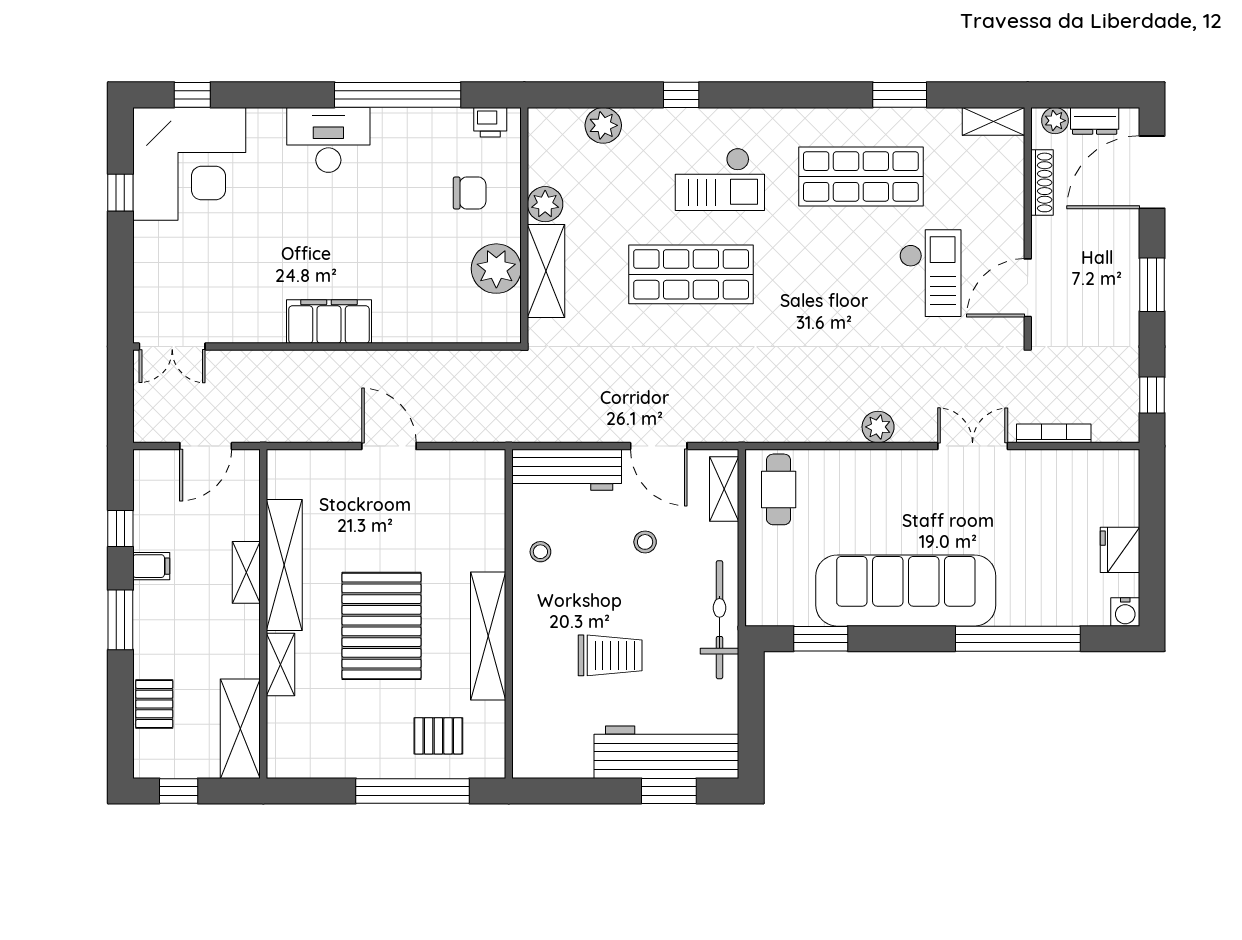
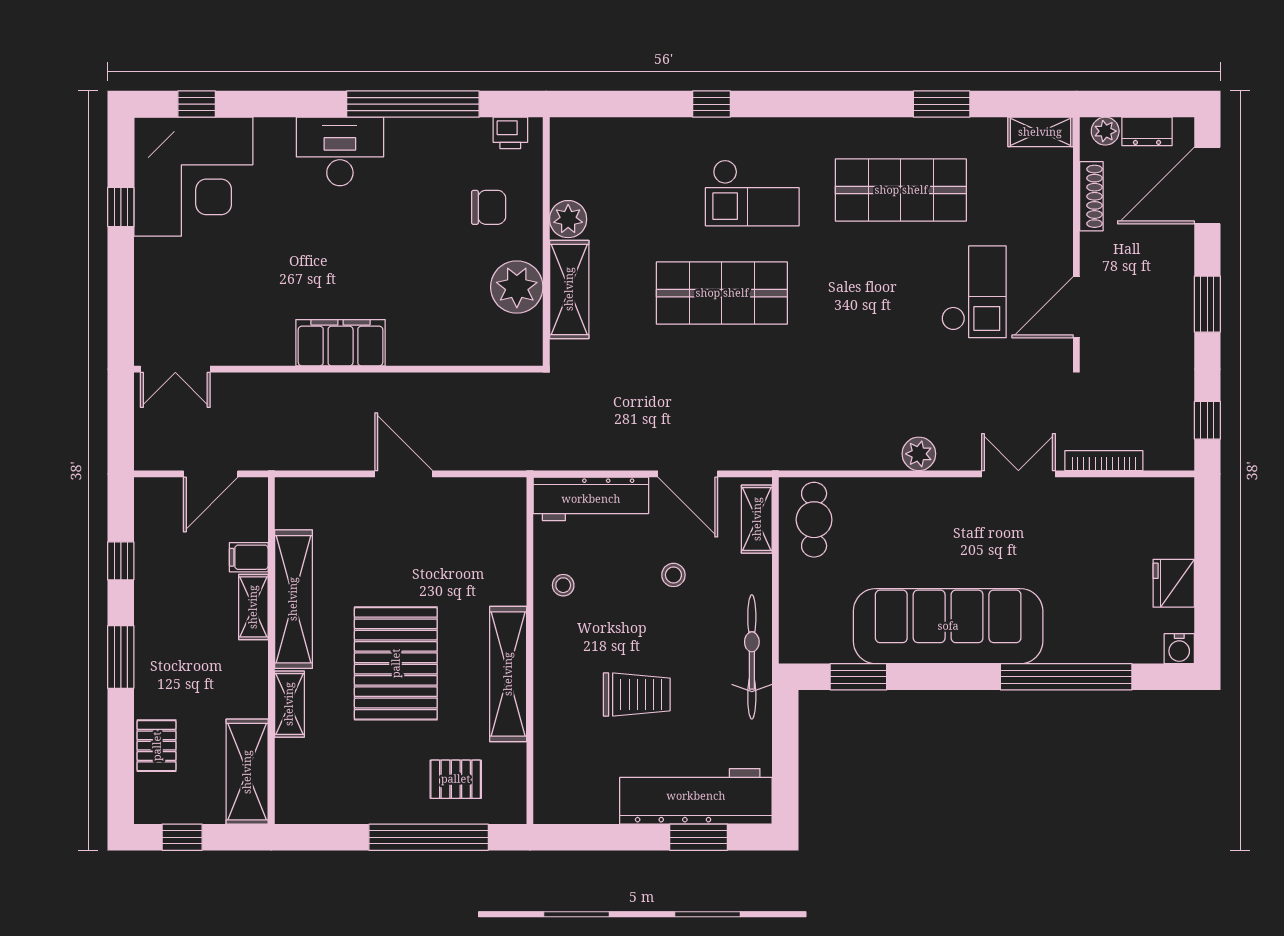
plant: (603, 125) -> (629, 136), removed
filing cabinet: (151, 566) -> (249, 557), moved, turned 180

